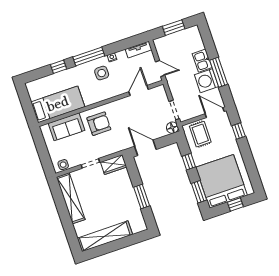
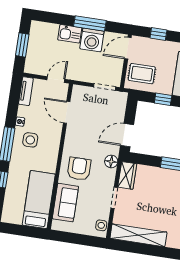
floor lamp: (172, 128) -> (111, 161), moved

